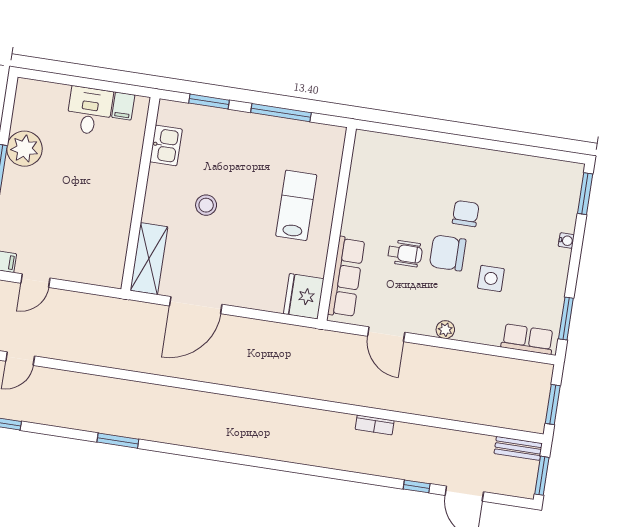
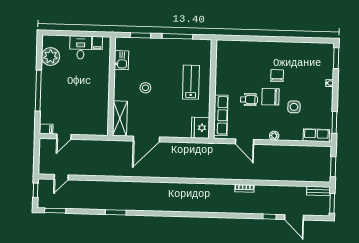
plant: (24, 149) -> (51, 57), moved

